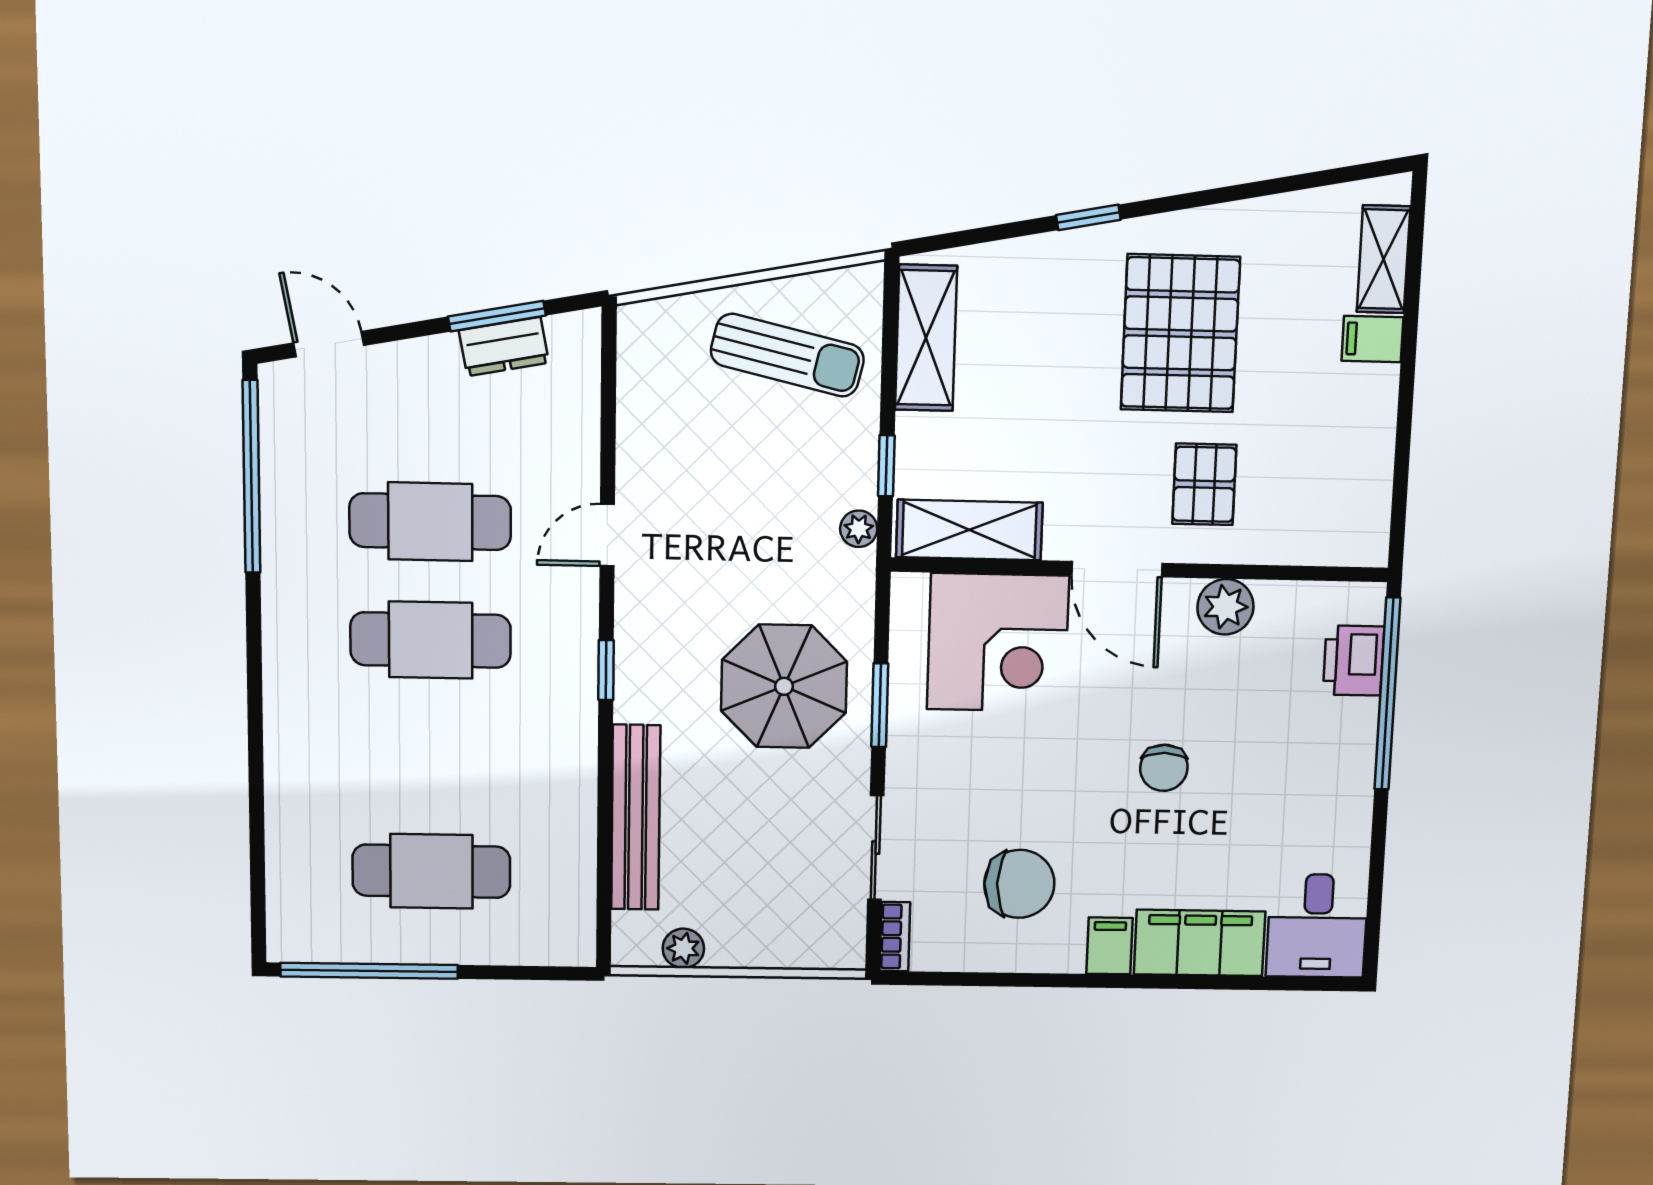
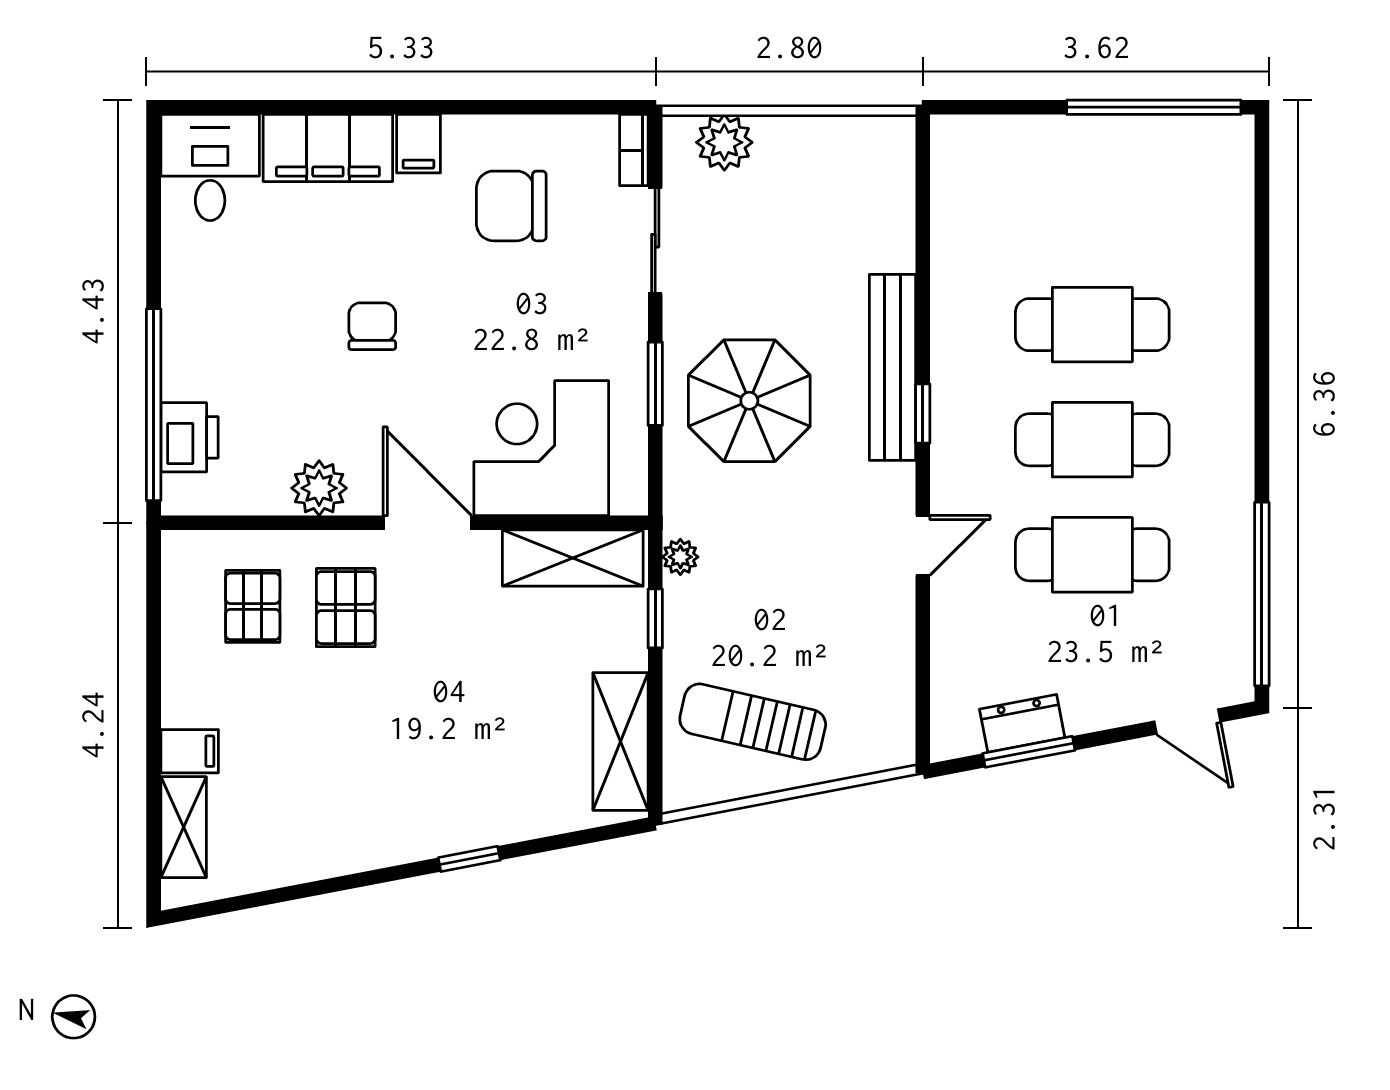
pallet: (1180, 333) -> (253, 606), moved, width x0.49, depth x0.50
bench: (636, 818) -> (892, 367), moved
cafe table: (431, 871) -> (1092, 325), moved
plant: (683, 948) -> (724, 142), moved, width x1.38, depth x1.38

